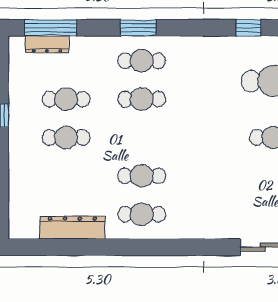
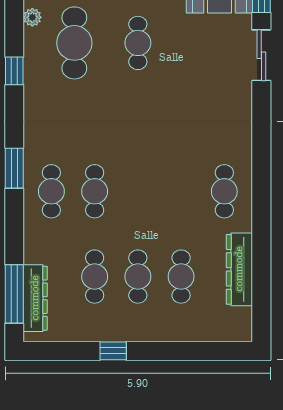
window: (138, 28) -> (14, 168), moved
dresser: (47, 44) -> (35, 298), width x1.37, depth x1.24
cafe table: (142, 176) -> (181, 277), moved

